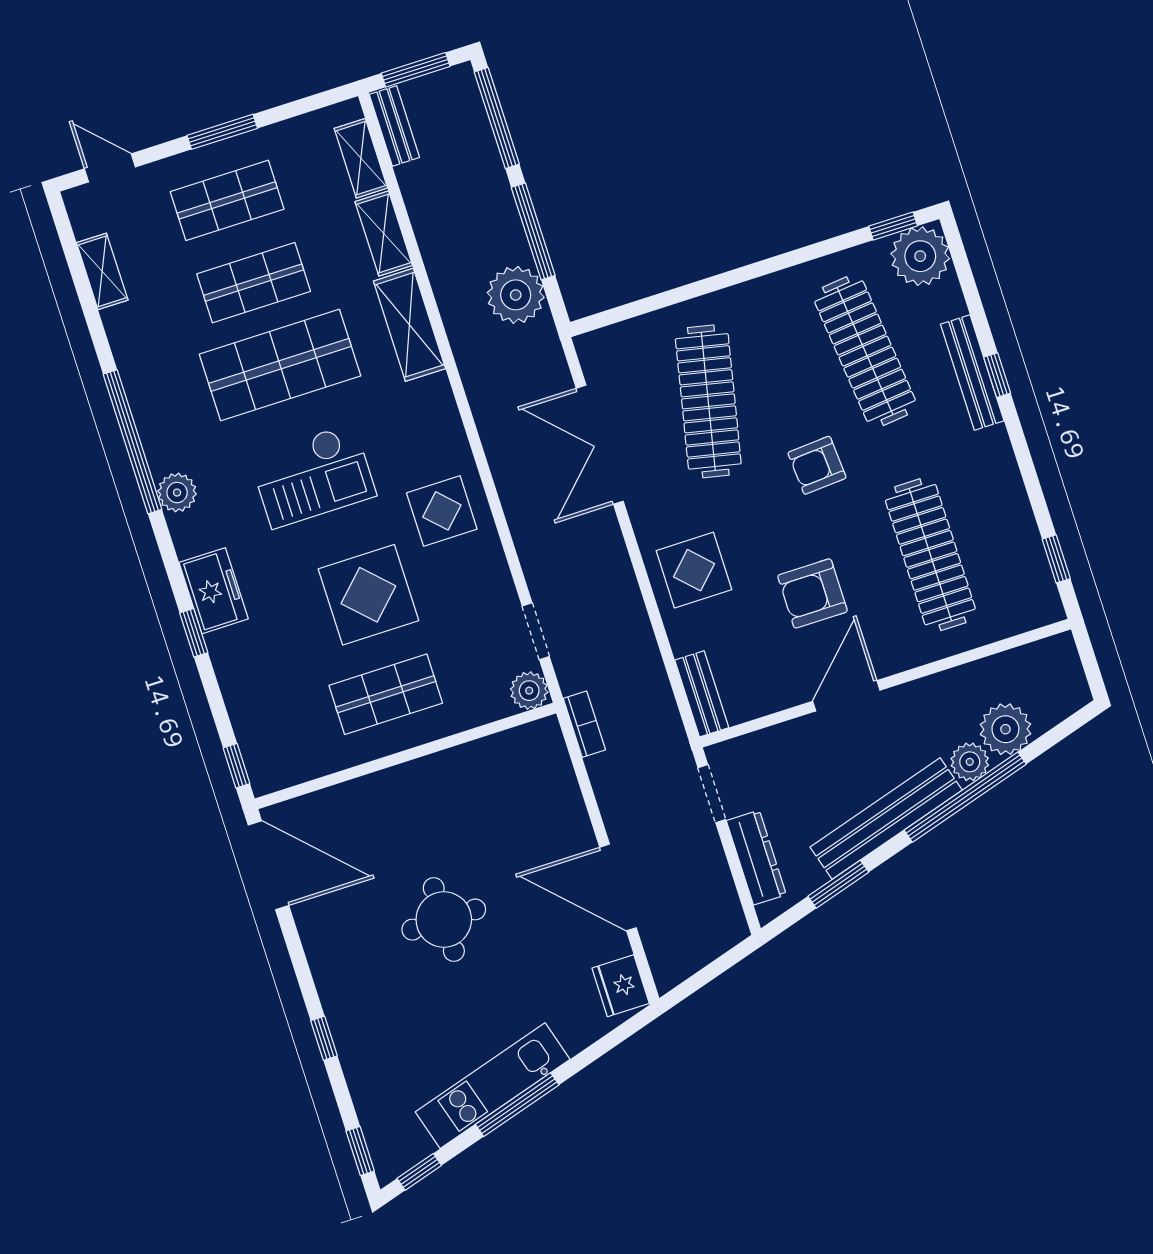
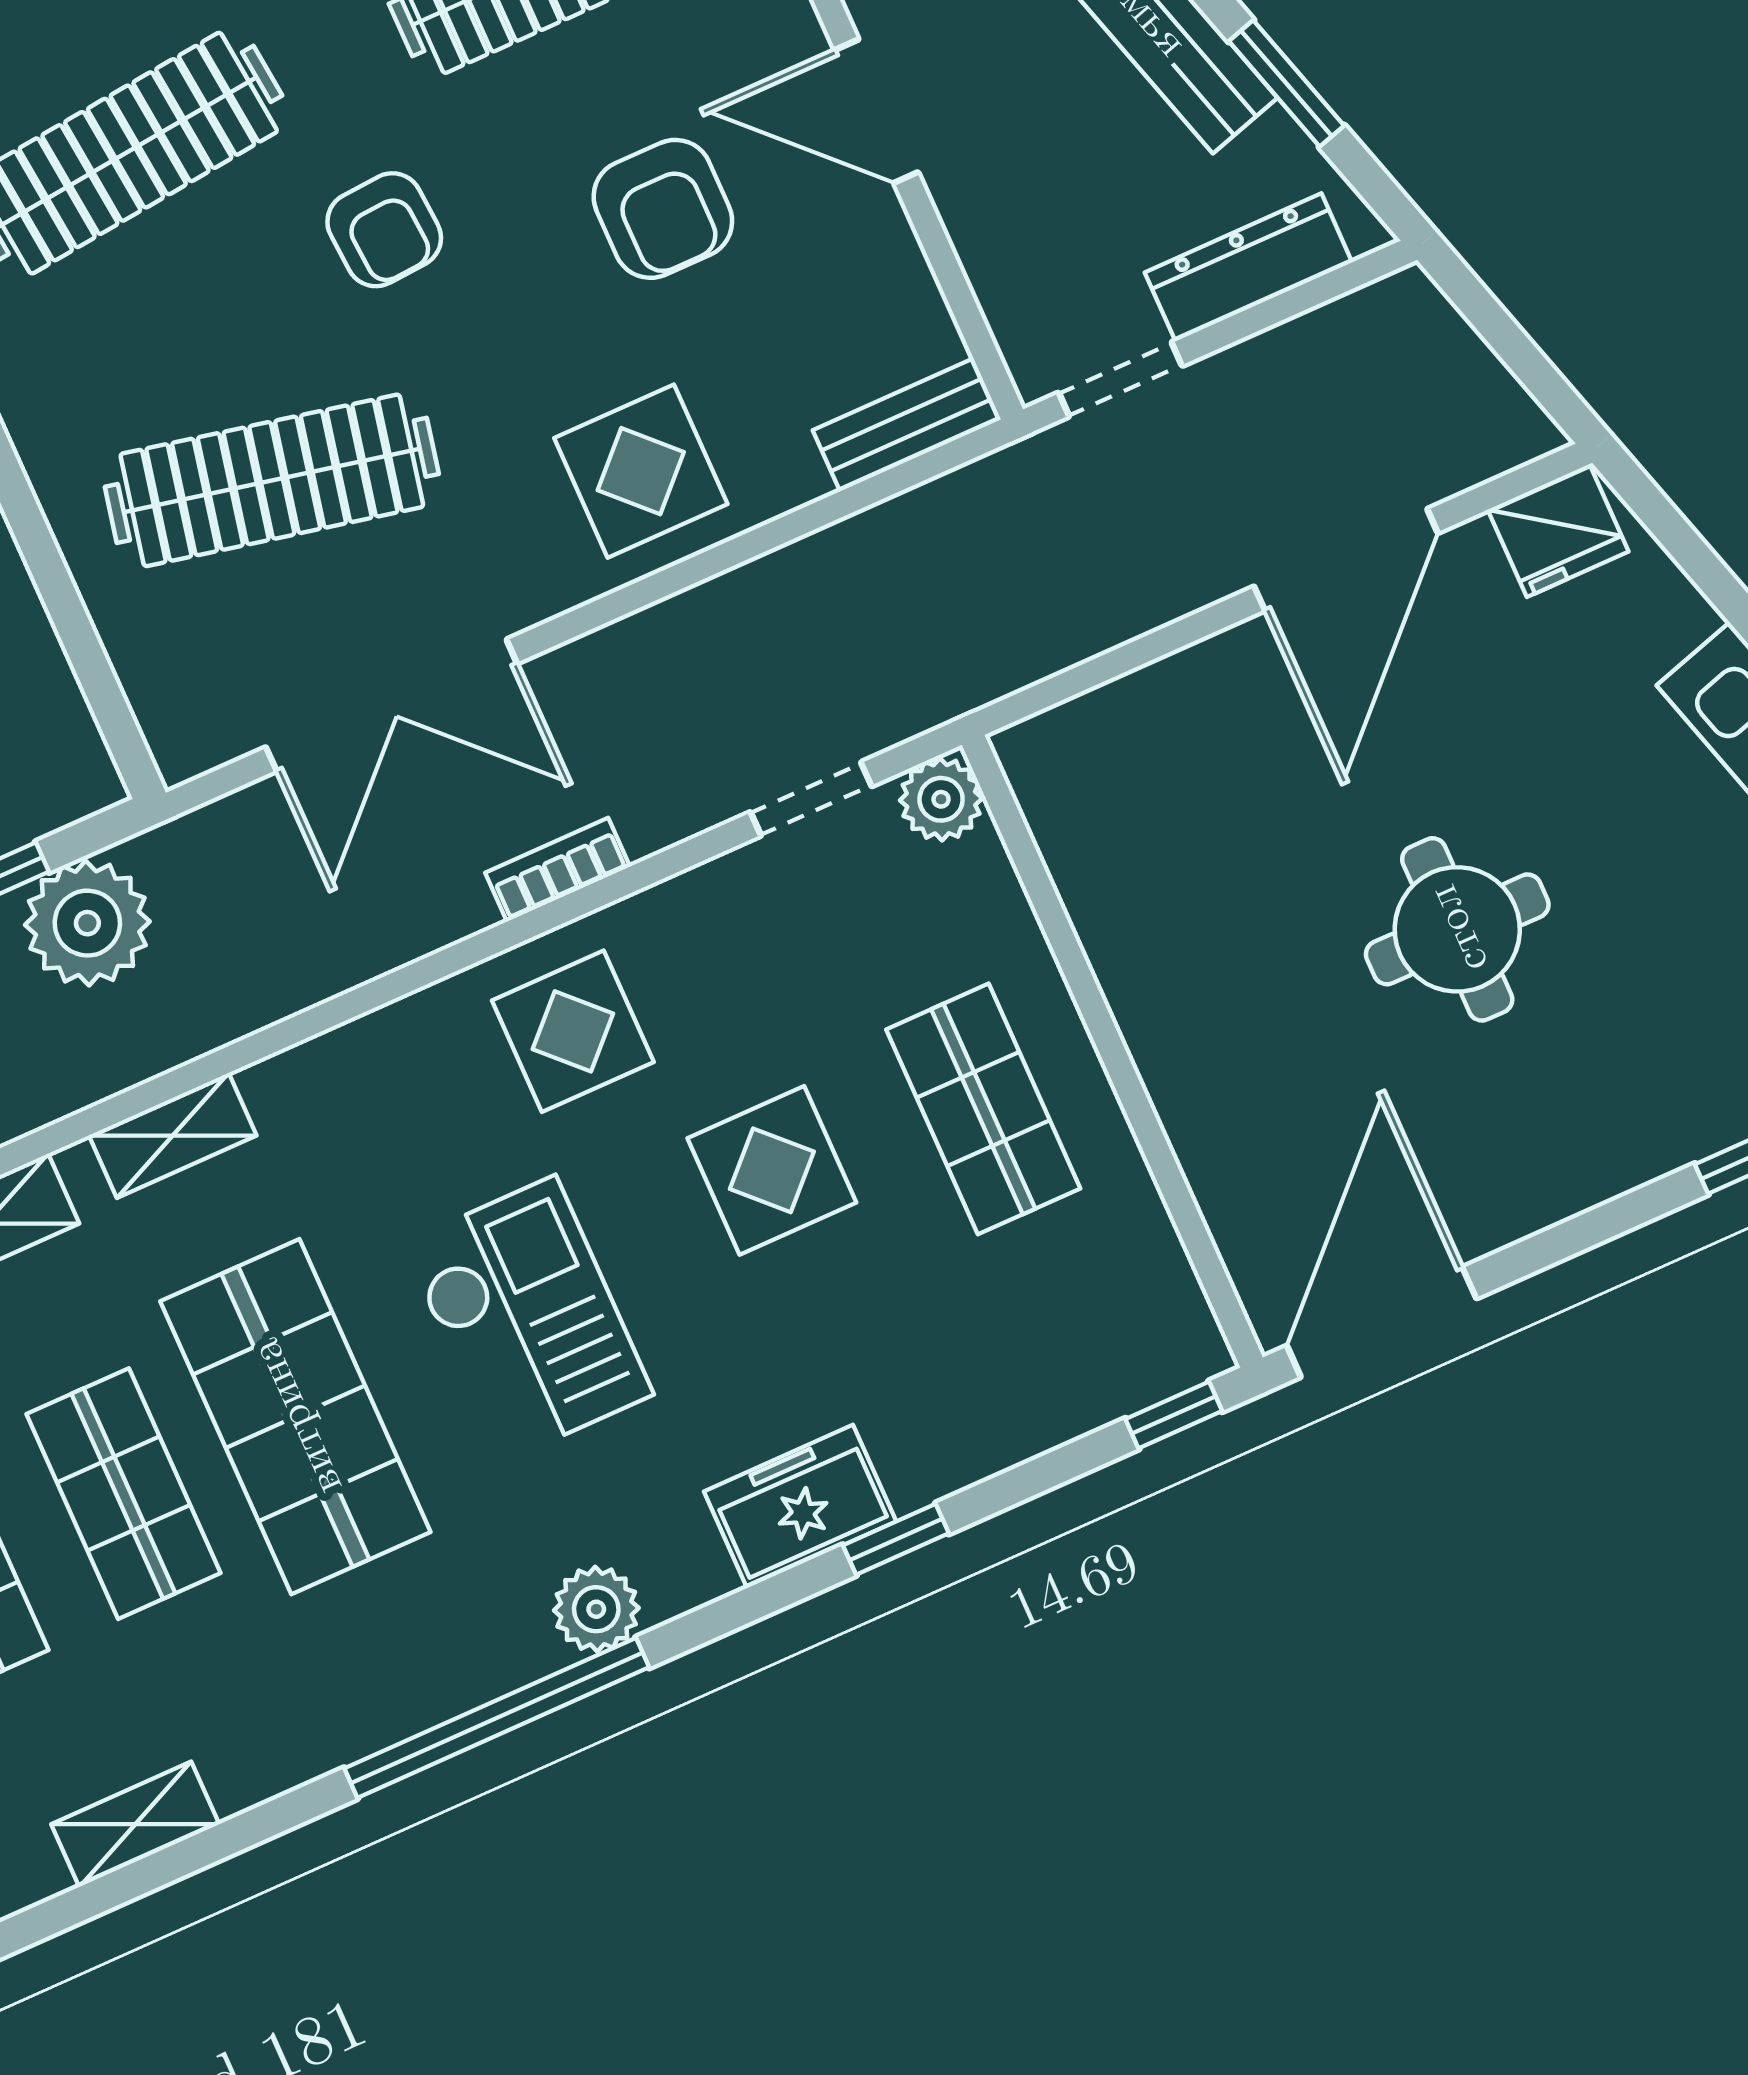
shelving: (409, 325) -> (173, 1135), width x0.67, depth x0.75
display table: (368, 595) -> (772, 1170), width x0.73, depth x0.73
bookcase: (584, 724) -> (558, 870), moved

